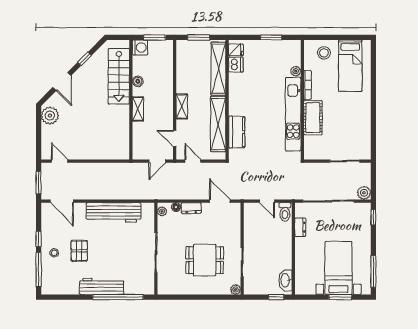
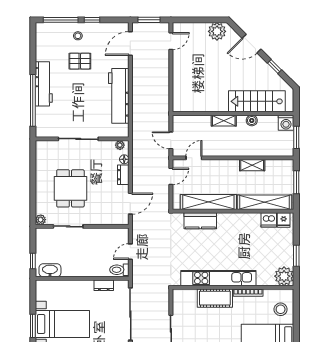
plant: (296, 71) -> (284, 276), moved, width x1.87, depth x1.87
shelving: (182, 106) -> (252, 165), moved

